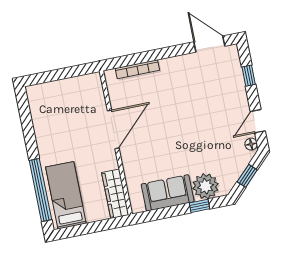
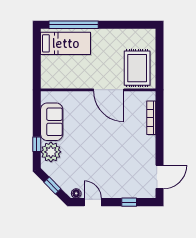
rug: (79, 99) -> (137, 68), added
wardrobe: (115, 194) -> (59, 81), removed

